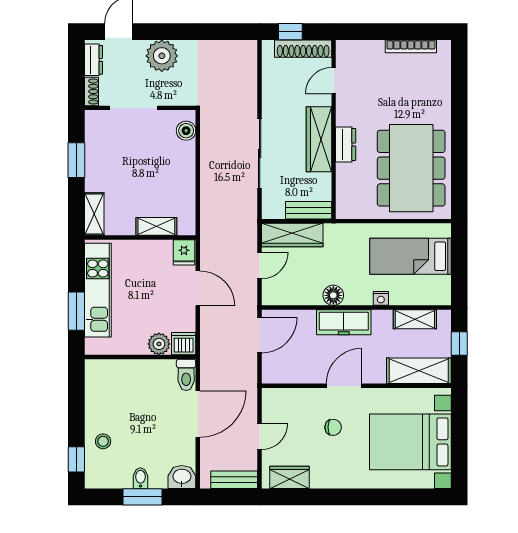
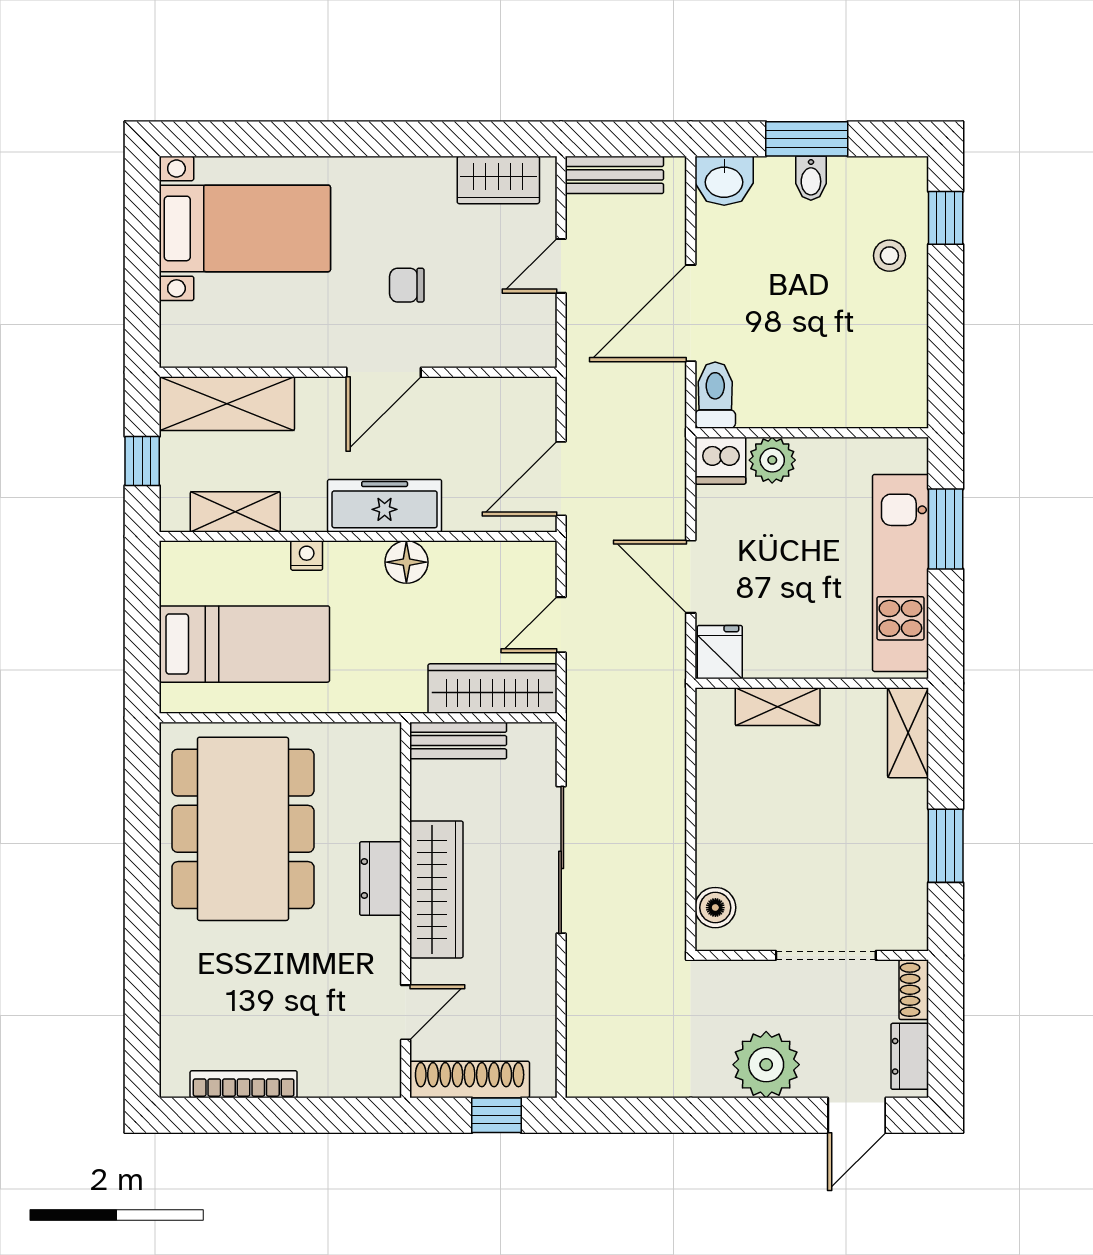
bed with nightstands: (410, 442) -> (245, 228), width x0.73

